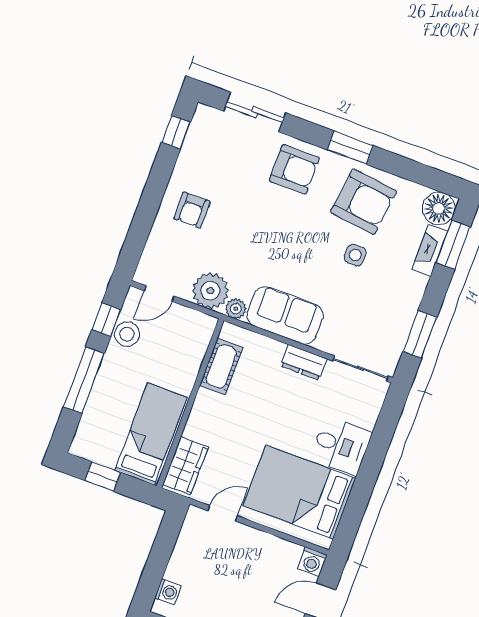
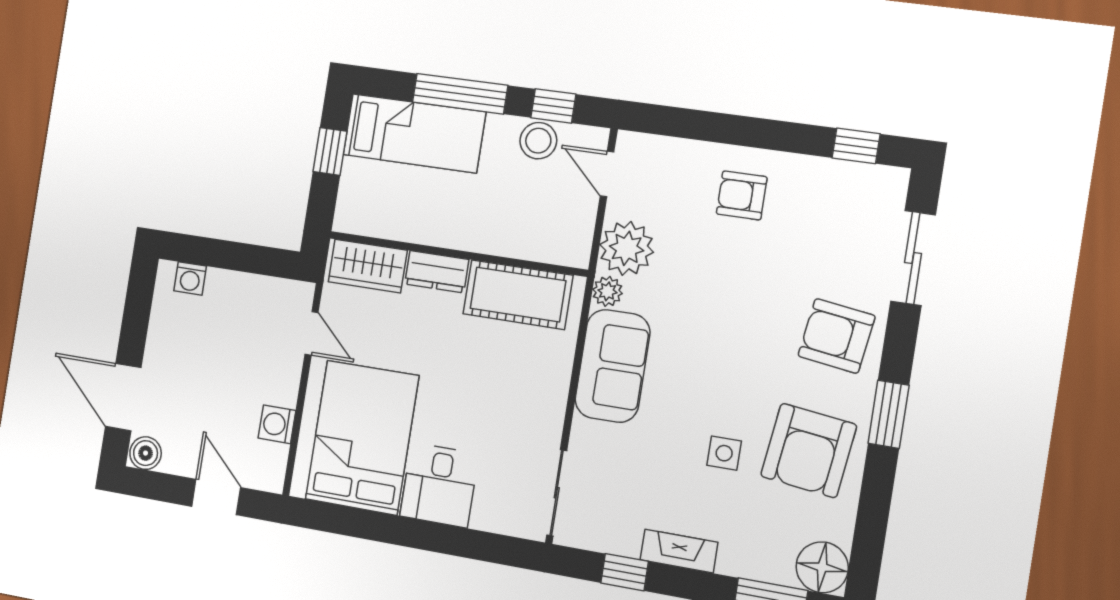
armchair: (294, 169) -> (837, 336), turned 98
fireplace: (430, 250) -> (679, 551), moved
window: (420, 334) -> (625, 572), width x0.67
dresser: (304, 362) -> (437, 272), moved, turned -90
cot: (221, 366) -> (518, 295), width x1.37, depth x1.34
bed: (151, 434) -> (414, 133), moved
washing machine: (312, 562) -> (277, 424), moved

